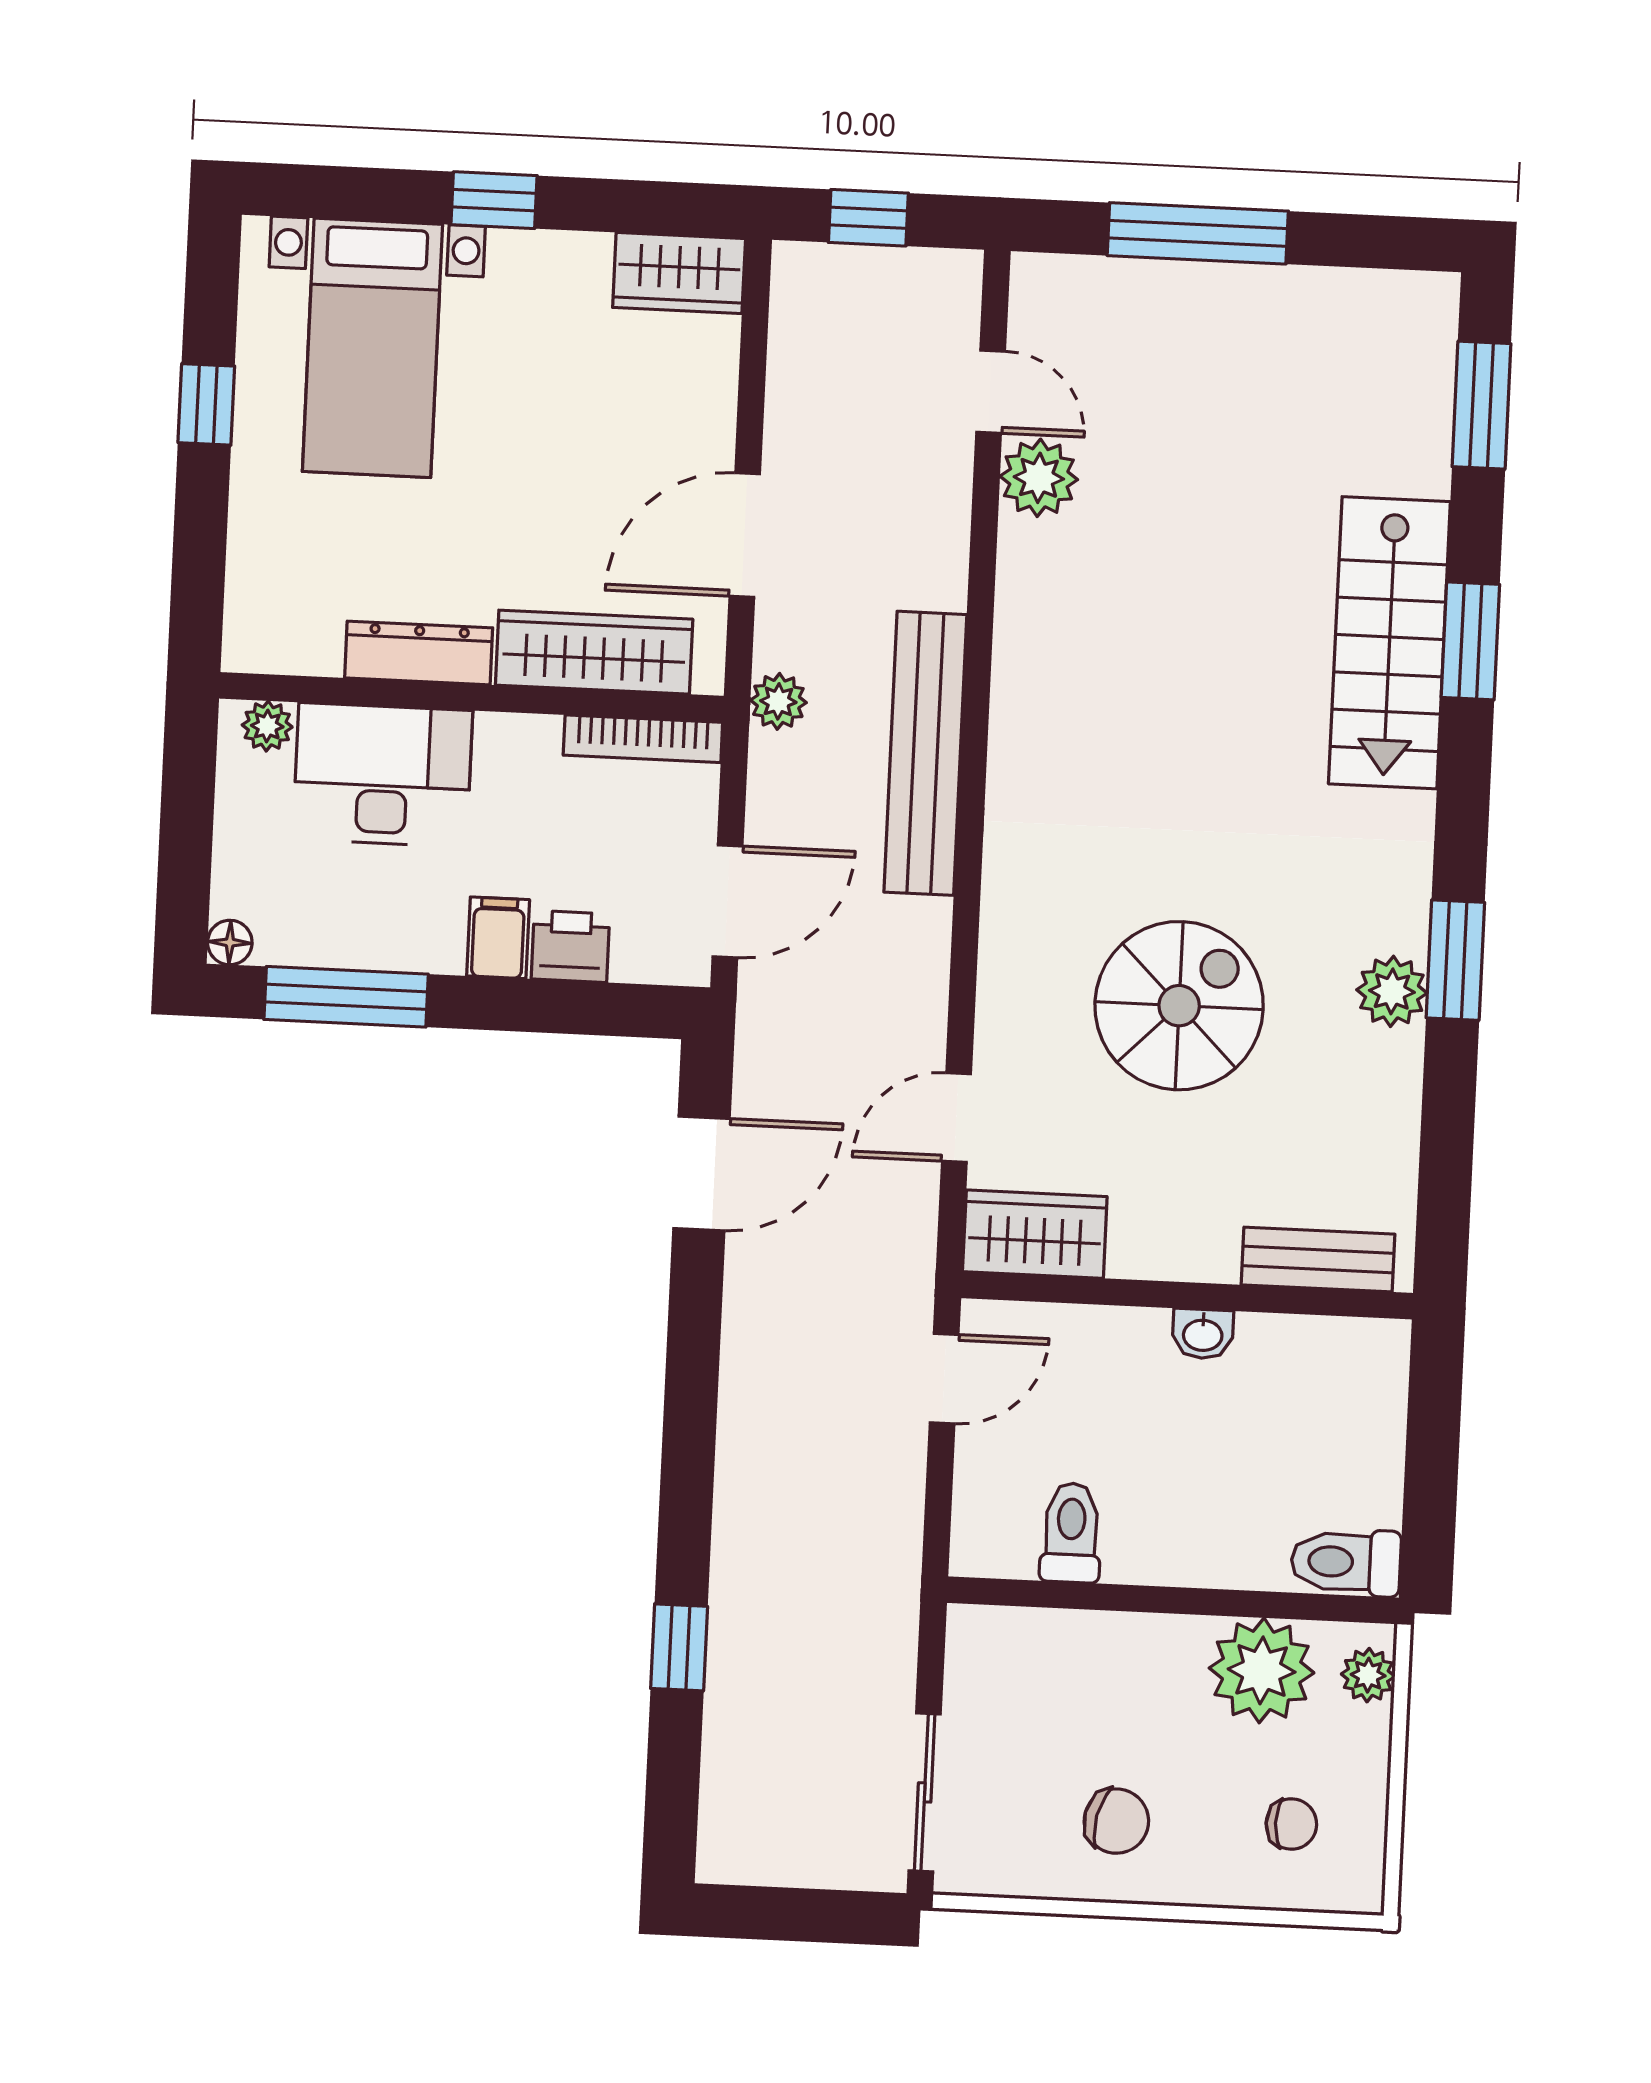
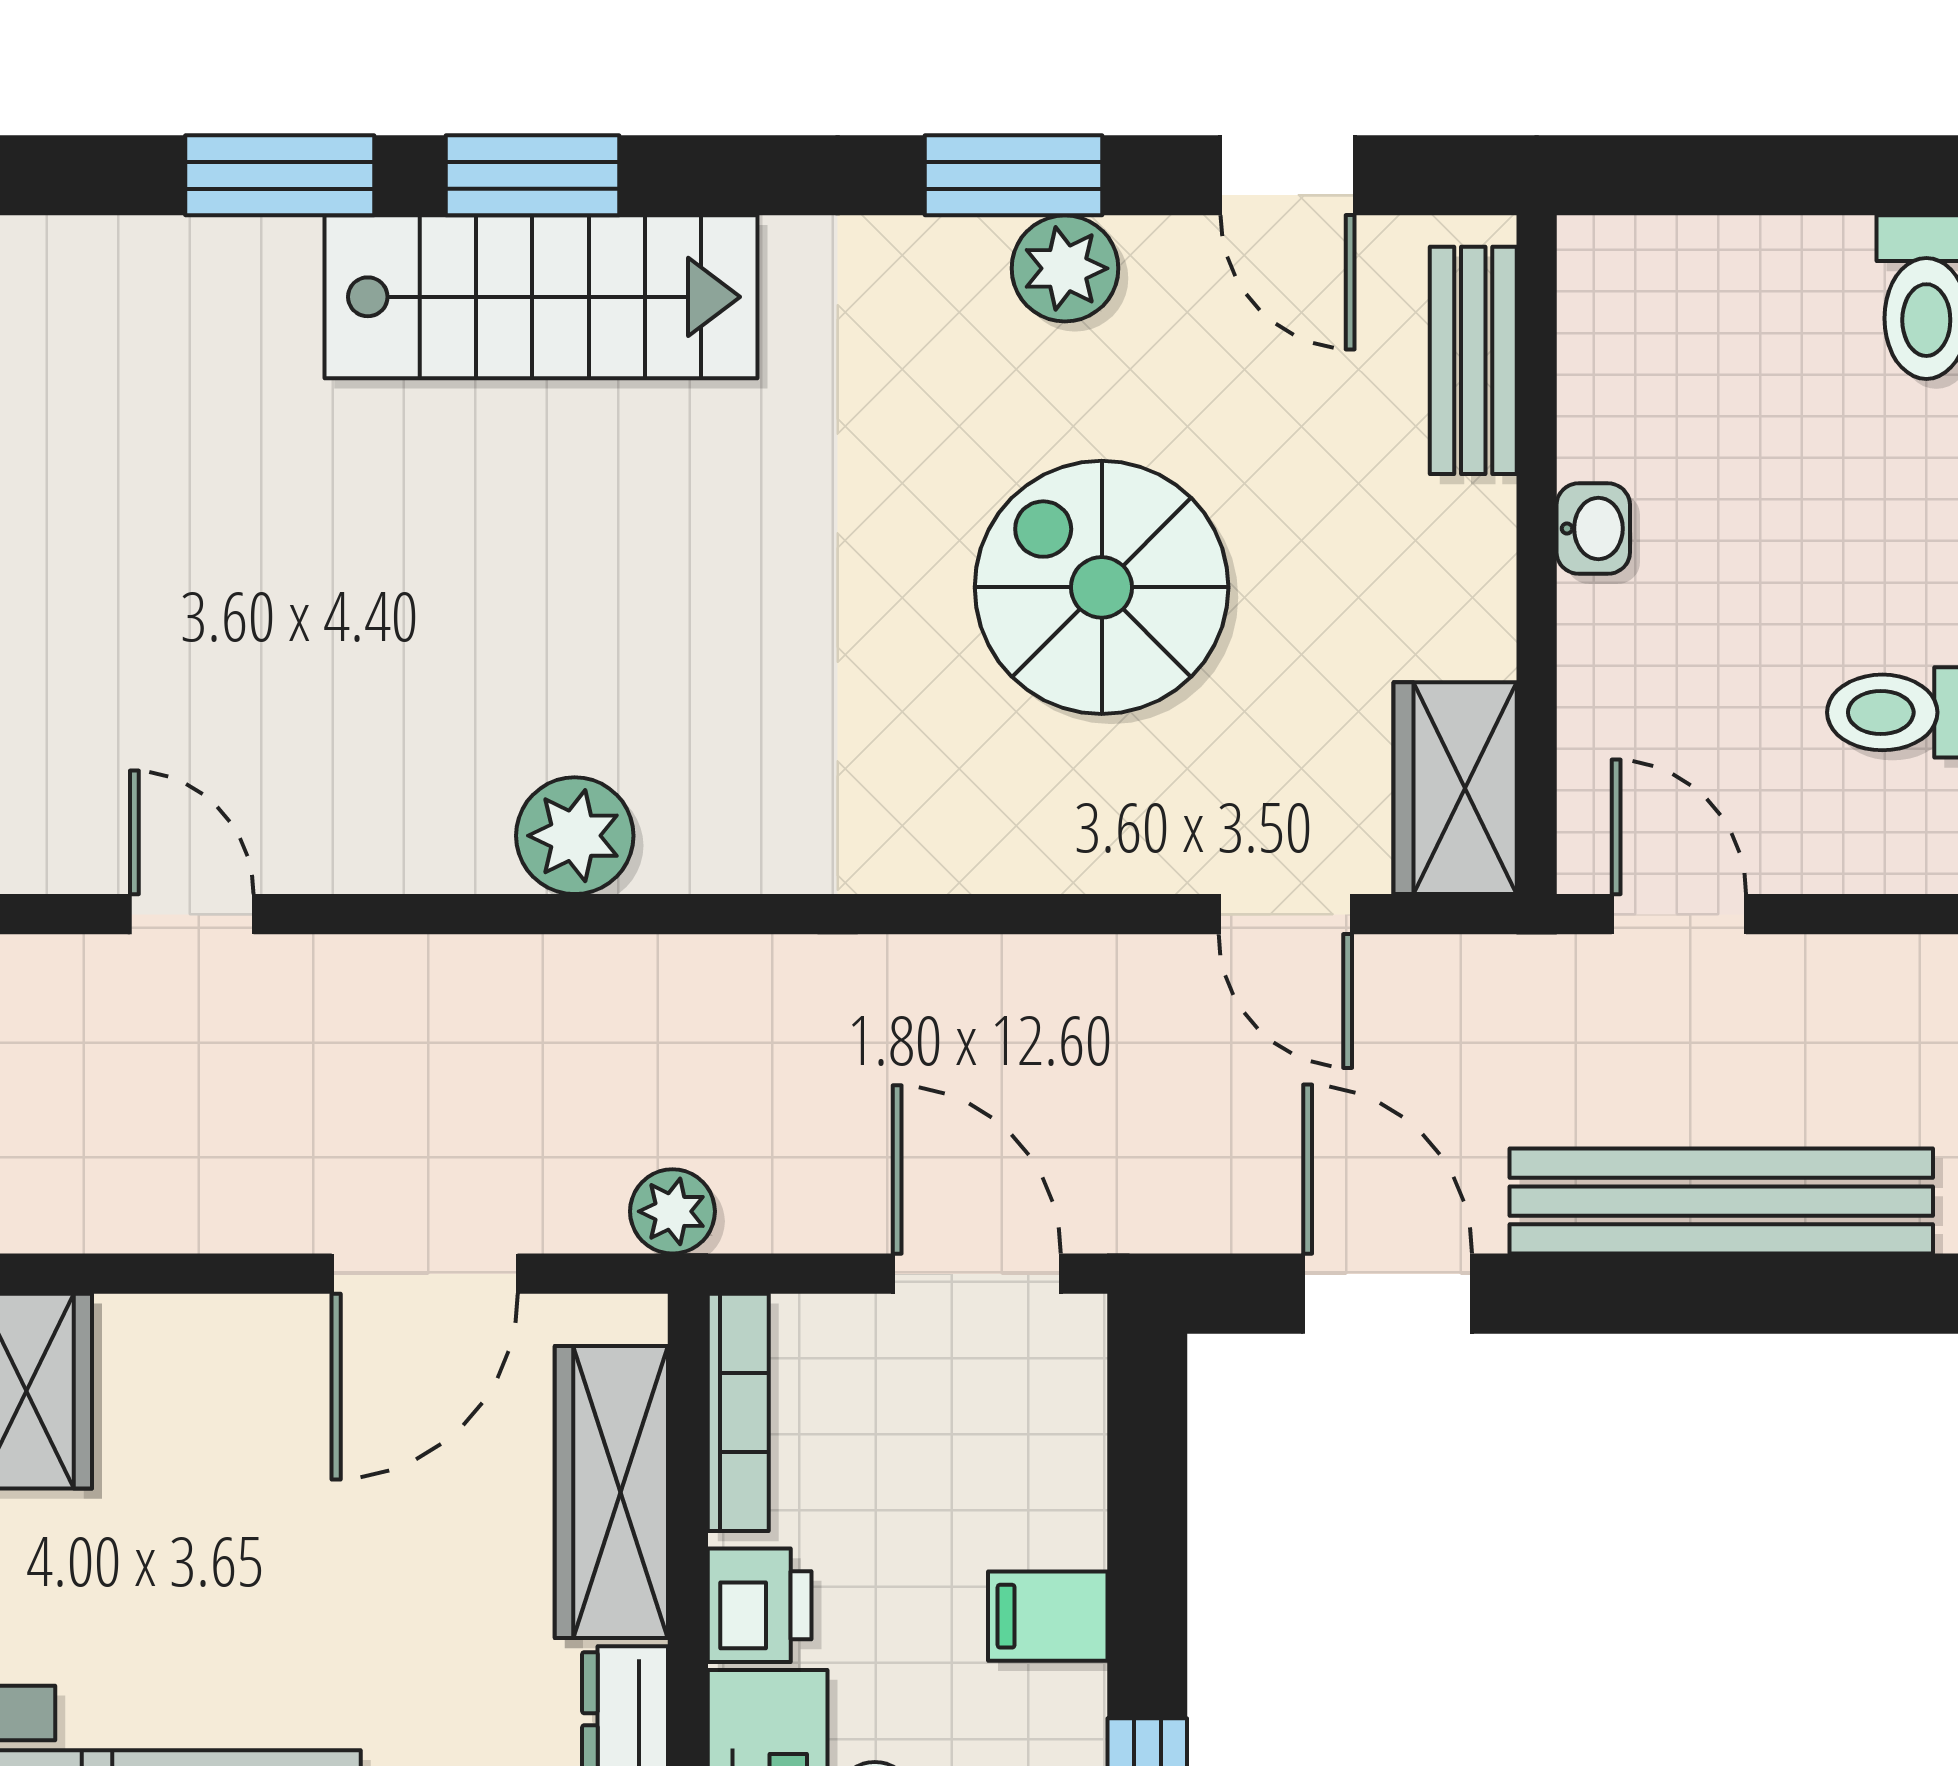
door: (991, 392) -> (192, 914), hinge flipped
window: (1482, 405) -> (280, 175), moved
plant: (1039, 478) -> (575, 836), moved
door: (745, 535) -> (425, 1274), hinge flipped
bench: (925, 753) -> (1721, 1201), moved
printer: (570, 946) -> (760, 1605), moved, turned 180
door: (1447, 1142) -> (1288, 175), added

